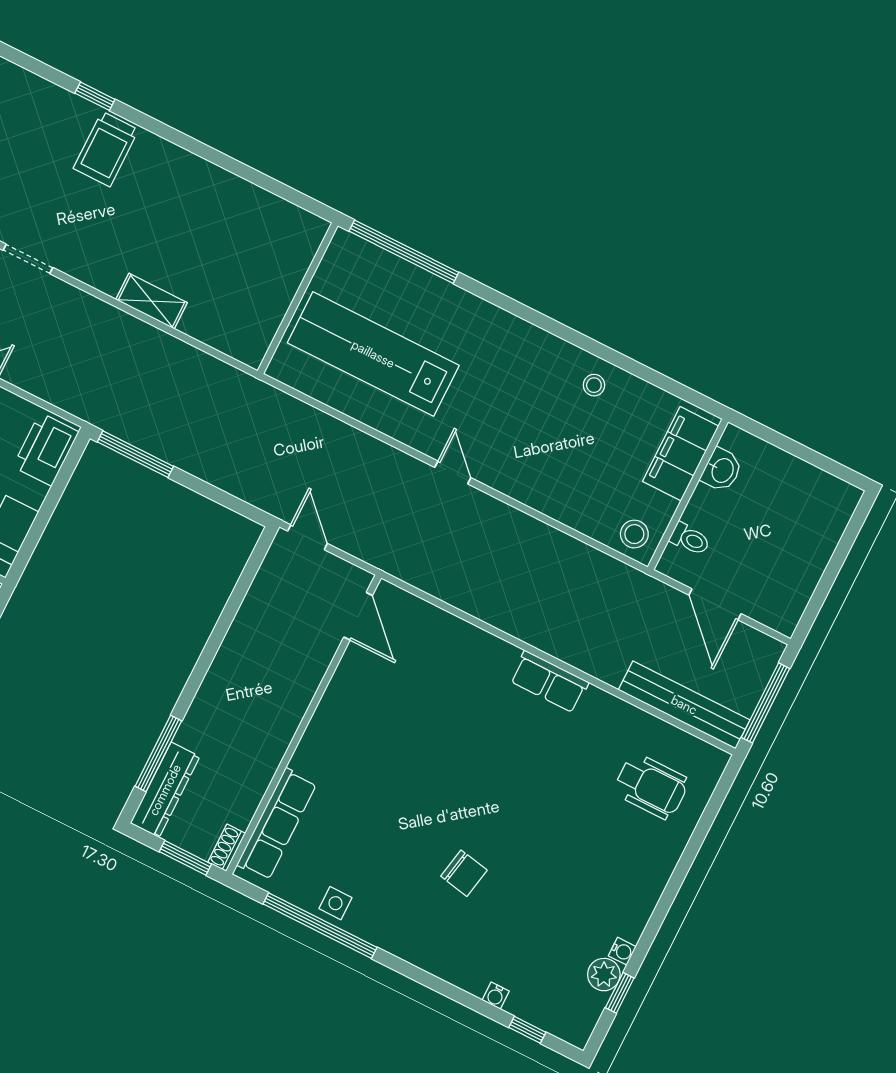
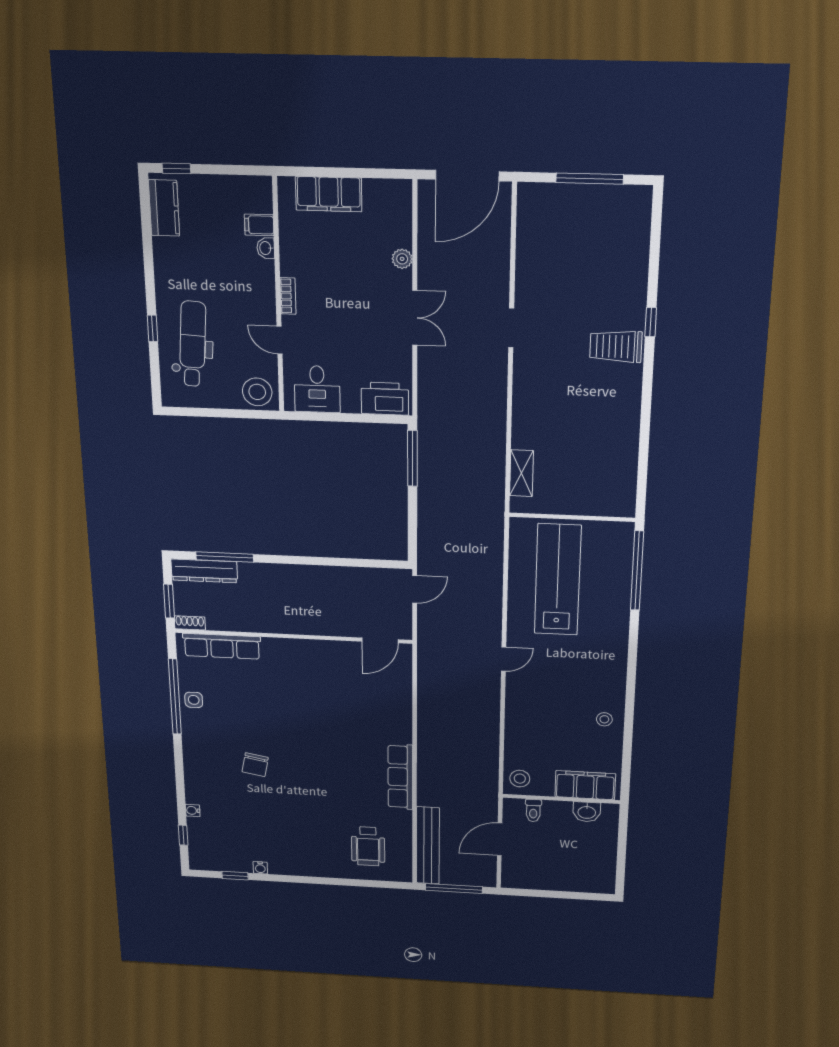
shelving: (152, 301) -> (521, 473), moved
row of seats: (549, 682) -> (400, 777), width x1.48
plant: (604, 975) -> (241, 863), removed

